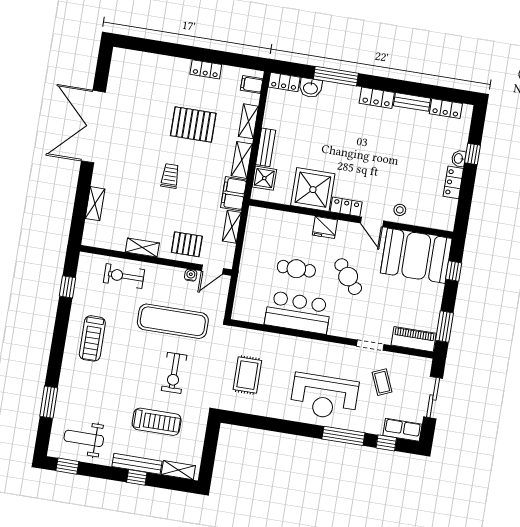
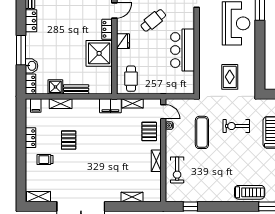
pallet: (193, 124) -> (69, 140), width x0.67, depth x0.71
shelving: (242, 160) -> (39, 197), moved
trolley: (170, 176) -> (45, 160), moved
shower: (264, 178) -> (55, 87), moved
cafe table: (296, 269) -> (131, 79), moved
exercise mat: (173, 321) -> (202, 132), width x0.73, depth x0.69
treadmill: (92, 338) -> (250, 192), moved
exercise bike: (174, 373) -> (236, 126), turned 180
rug: (247, 375) -> (230, 77), turned 90

